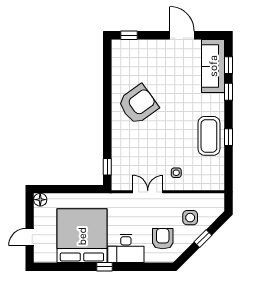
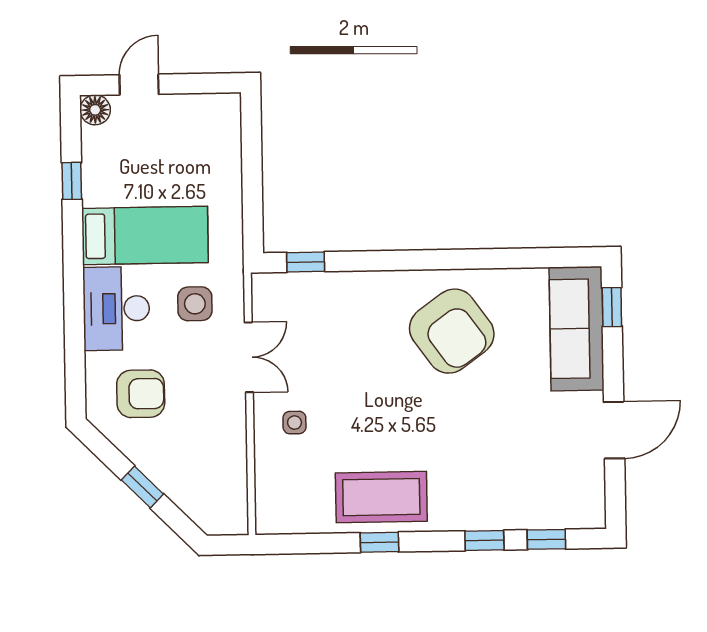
sofa: (213, 66) -> (576, 329), moved, turned -90
floor lamp: (40, 200) -> (95, 110), moved
side table: (190, 218) -> (195, 304), moved
bed: (82, 236) -> (145, 235), width x0.49
door: (30, 237) -> (139, 84), hinge flipped
window: (104, 267) -> (72, 181), moved

